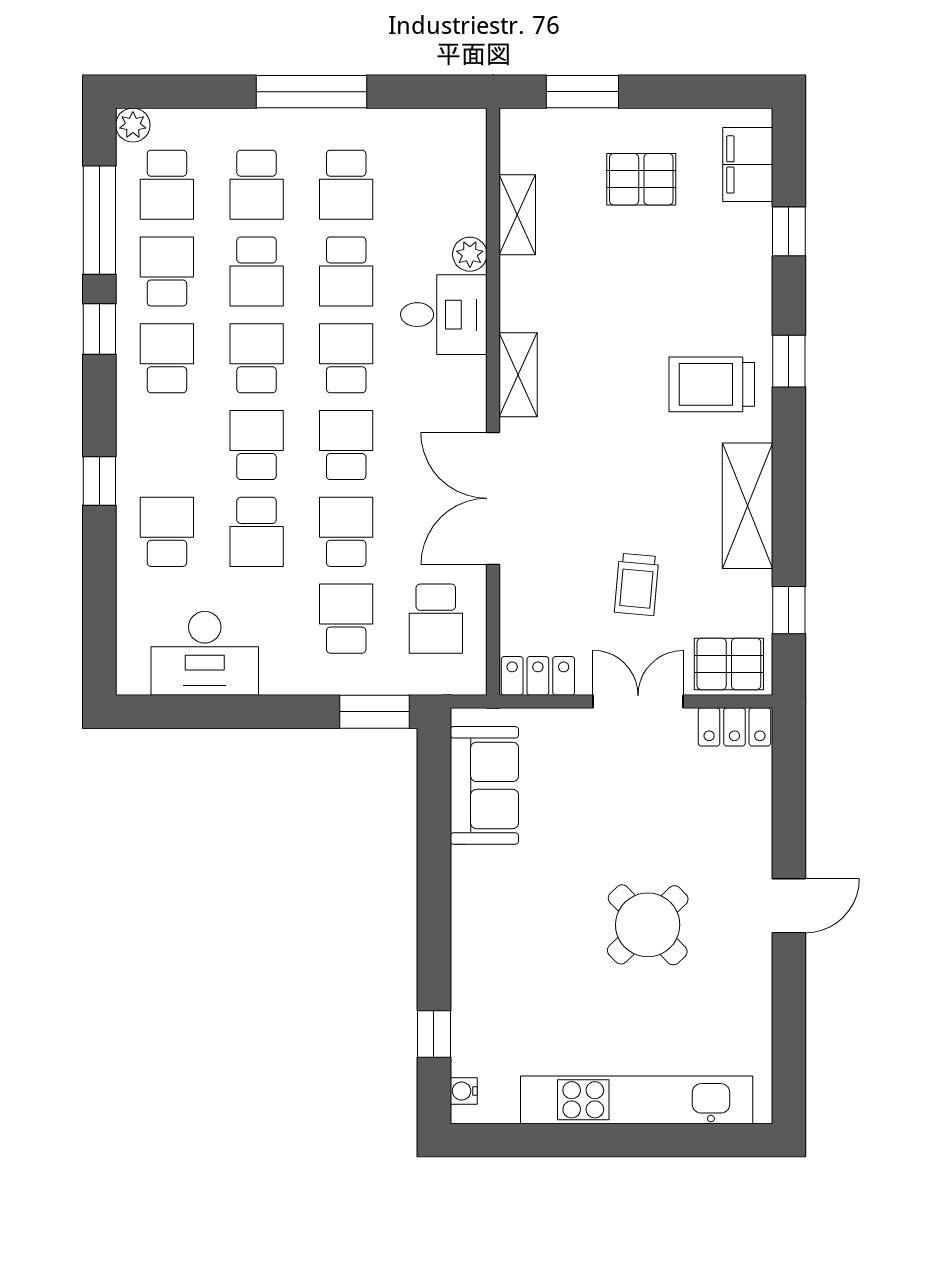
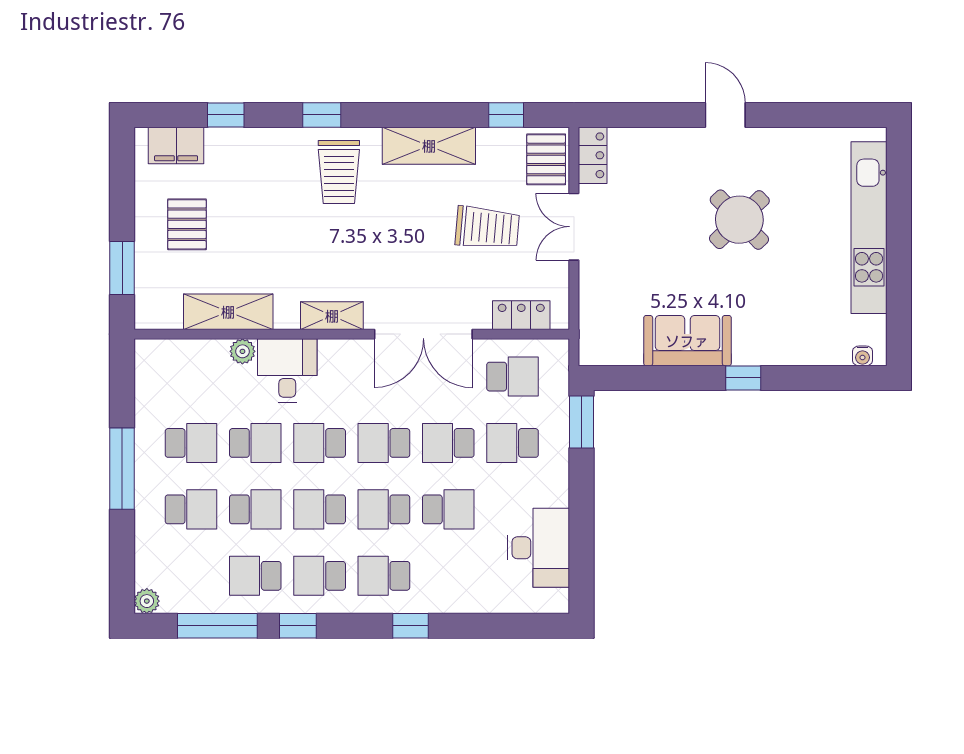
school desk: (167, 185) -> (191, 576), removed
shelving: (517, 215) -> (228, 312), width x1.50, depth x1.33
school desk: (167, 532) -> (384, 576), moved
trolley: (637, 584) -> (487, 228), width x1.36, depth x1.39
locker: (538, 676) -> (521, 315), moved, turned 90
sofa: (484, 785) -> (687, 341), moved
window: (434, 1034) -> (743, 378), moved

